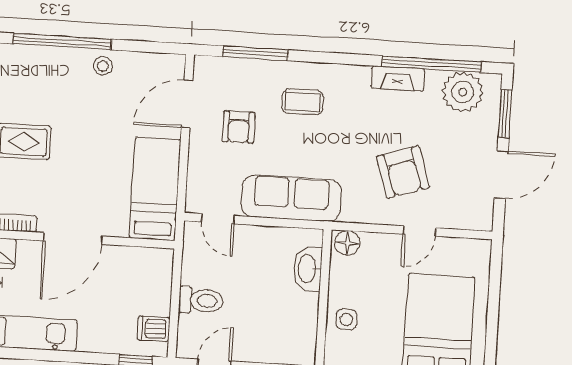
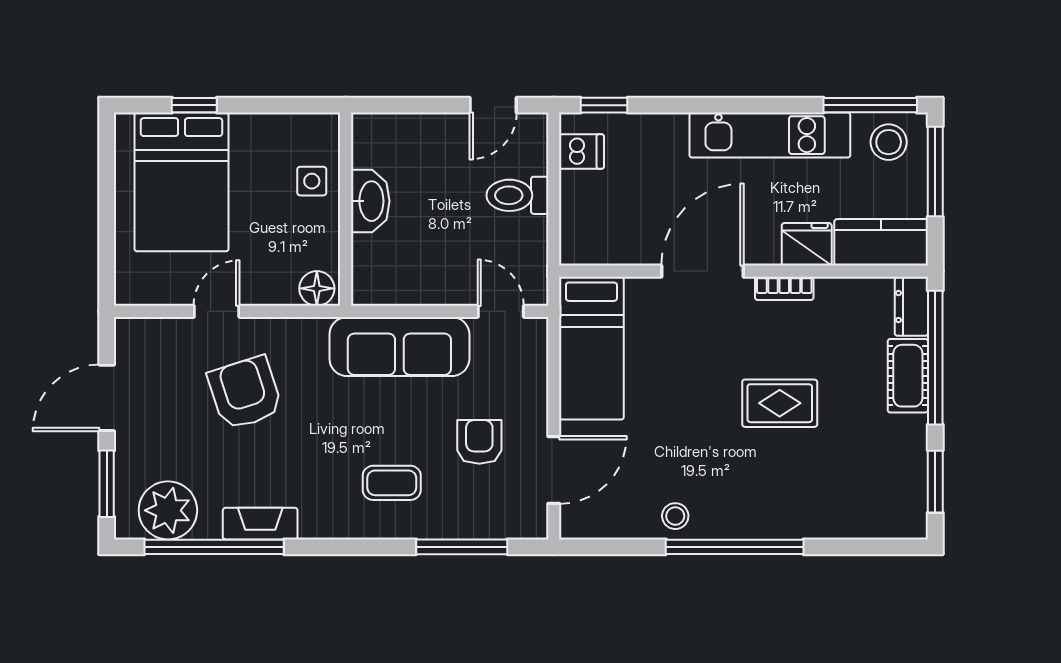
washbasin: (308, 269) -> (370, 201), moved

